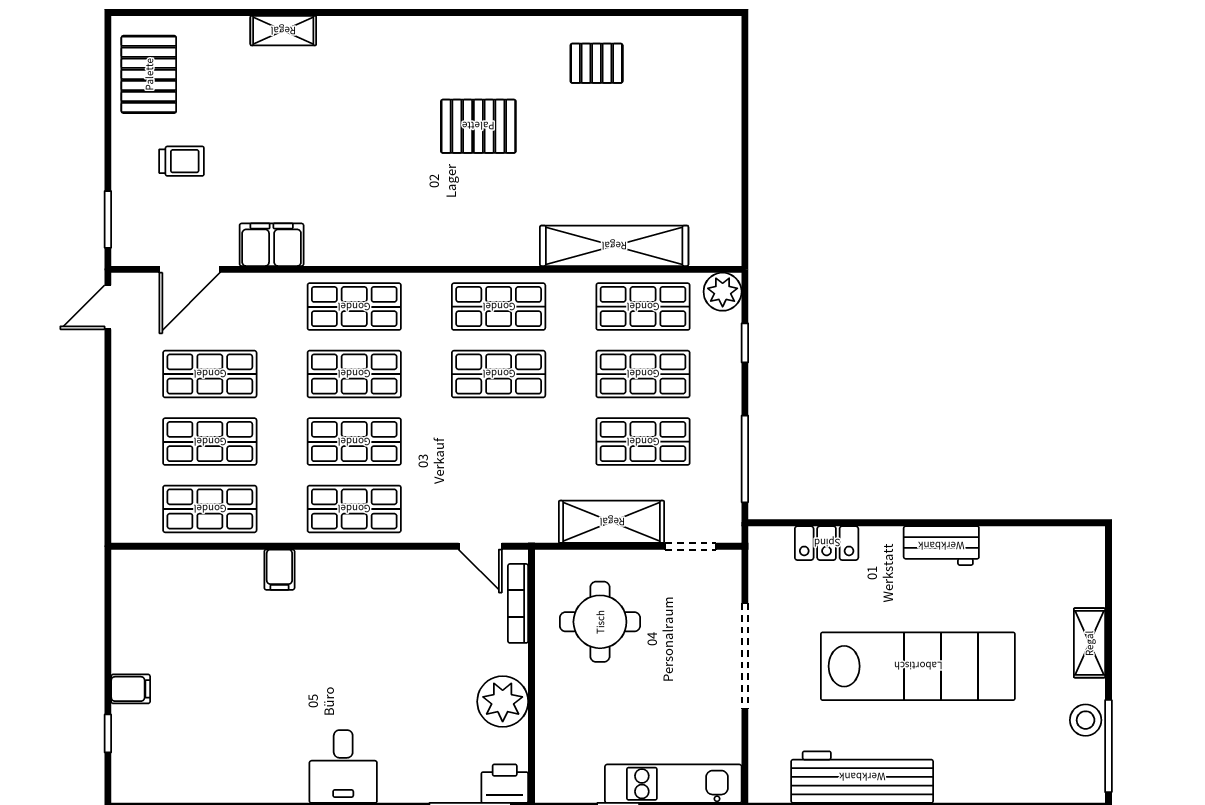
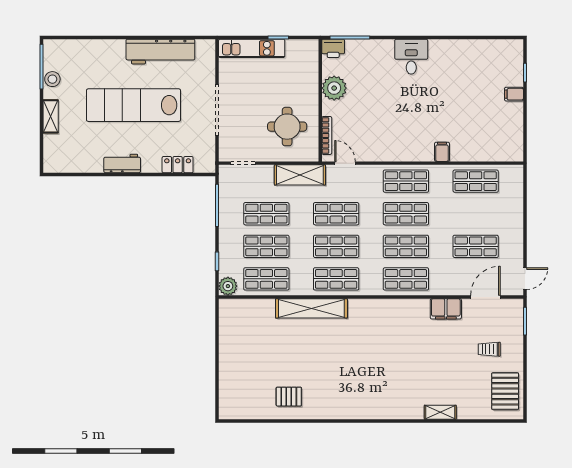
pallet: (478, 126) -> (346, 366), removed
shelving: (614, 246) -> (311, 308), moved
shop shelf: (210, 442) -> (336, 214), moved
shelving: (612, 522) -> (300, 175), moved

